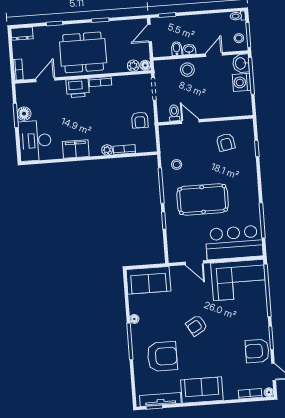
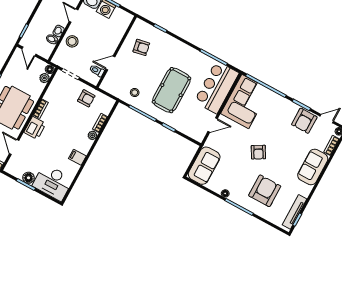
filing cabinet: (76, 149) -> (77, 157), width x0.50
sofa: (202, 390) -> (313, 167), moved

